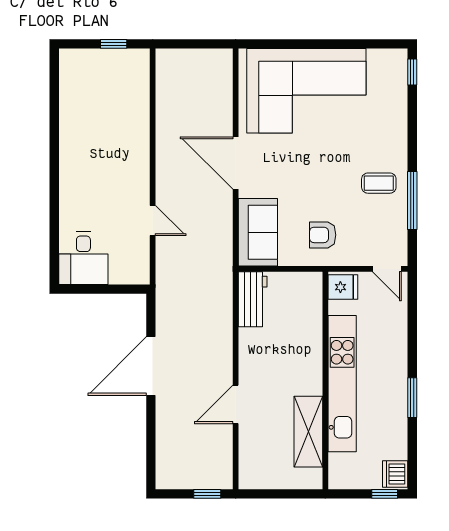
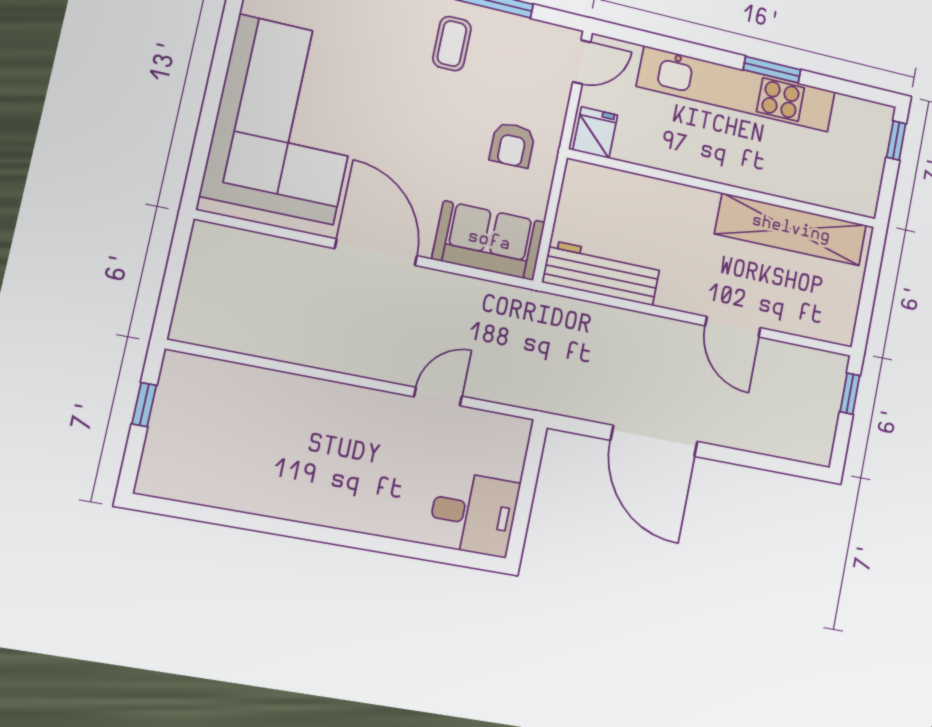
door: (236, 163) -> (376, 252), swing flipped
workbench: (253, 299) -> (602, 273), width x1.38
kitchen unit: (342, 384) -> (737, 89), moved, turned 180
shelving: (308, 432) -> (791, 229), width x1.47
dishwasher: (395, 474) -> (872, 119), removed

